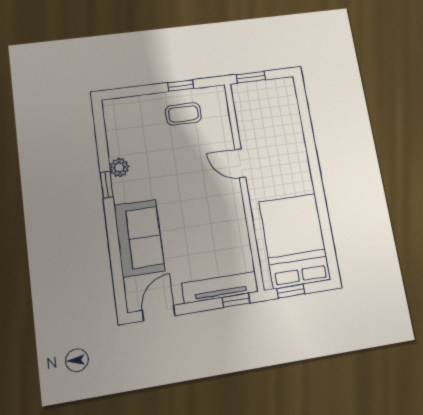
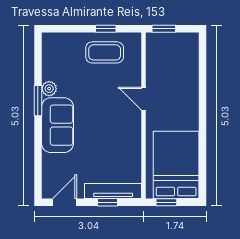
coffee table: (183, 114) -> (105, 52), width x1.36, depth x1.30
window: (107, 185) -> (38, 101), width x1.50
sofa: (139, 238) -> (57, 125), moved
window: (236, 300) -> (108, 202), moved

